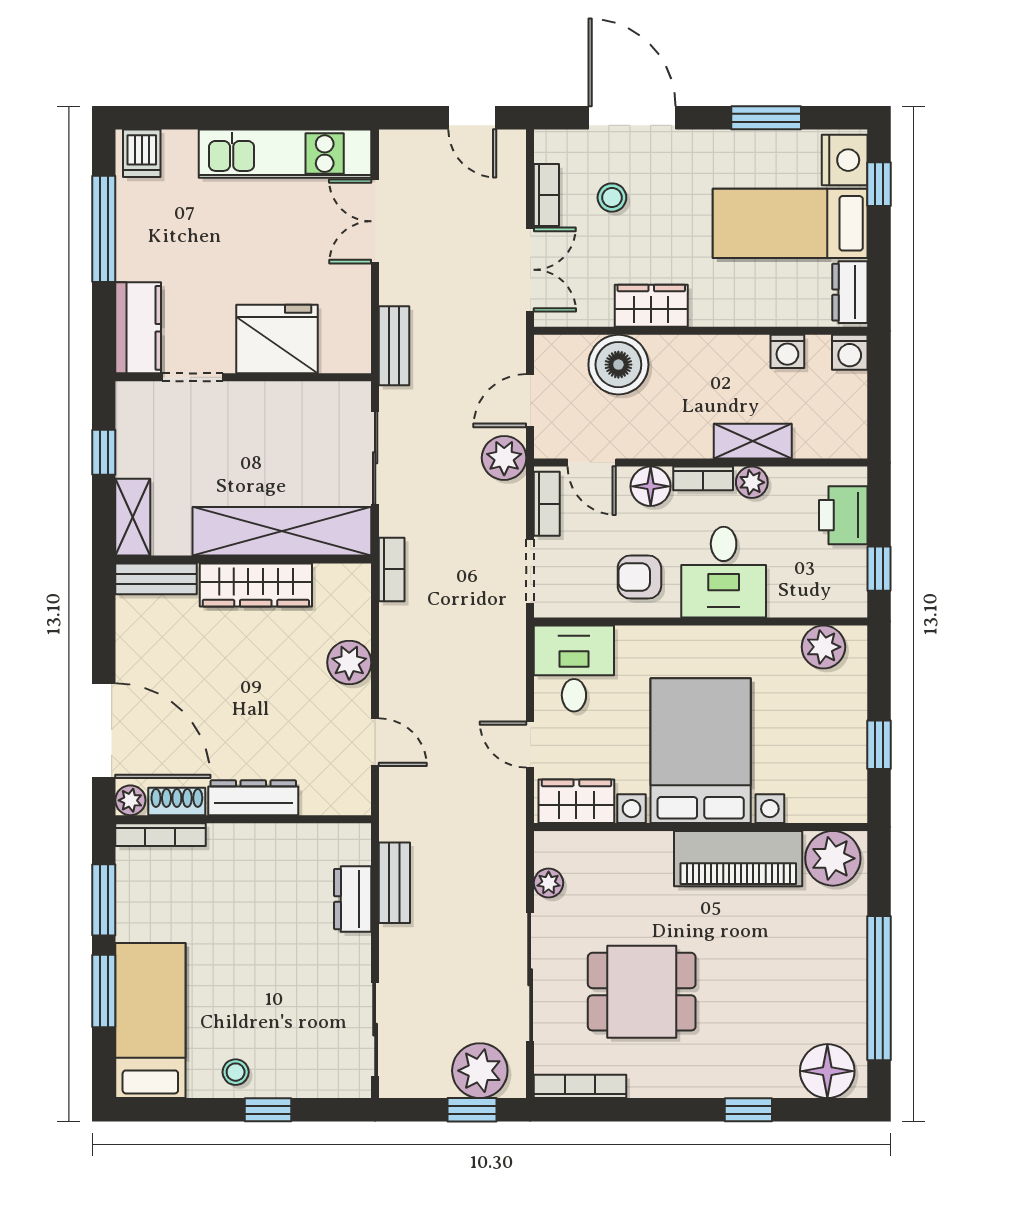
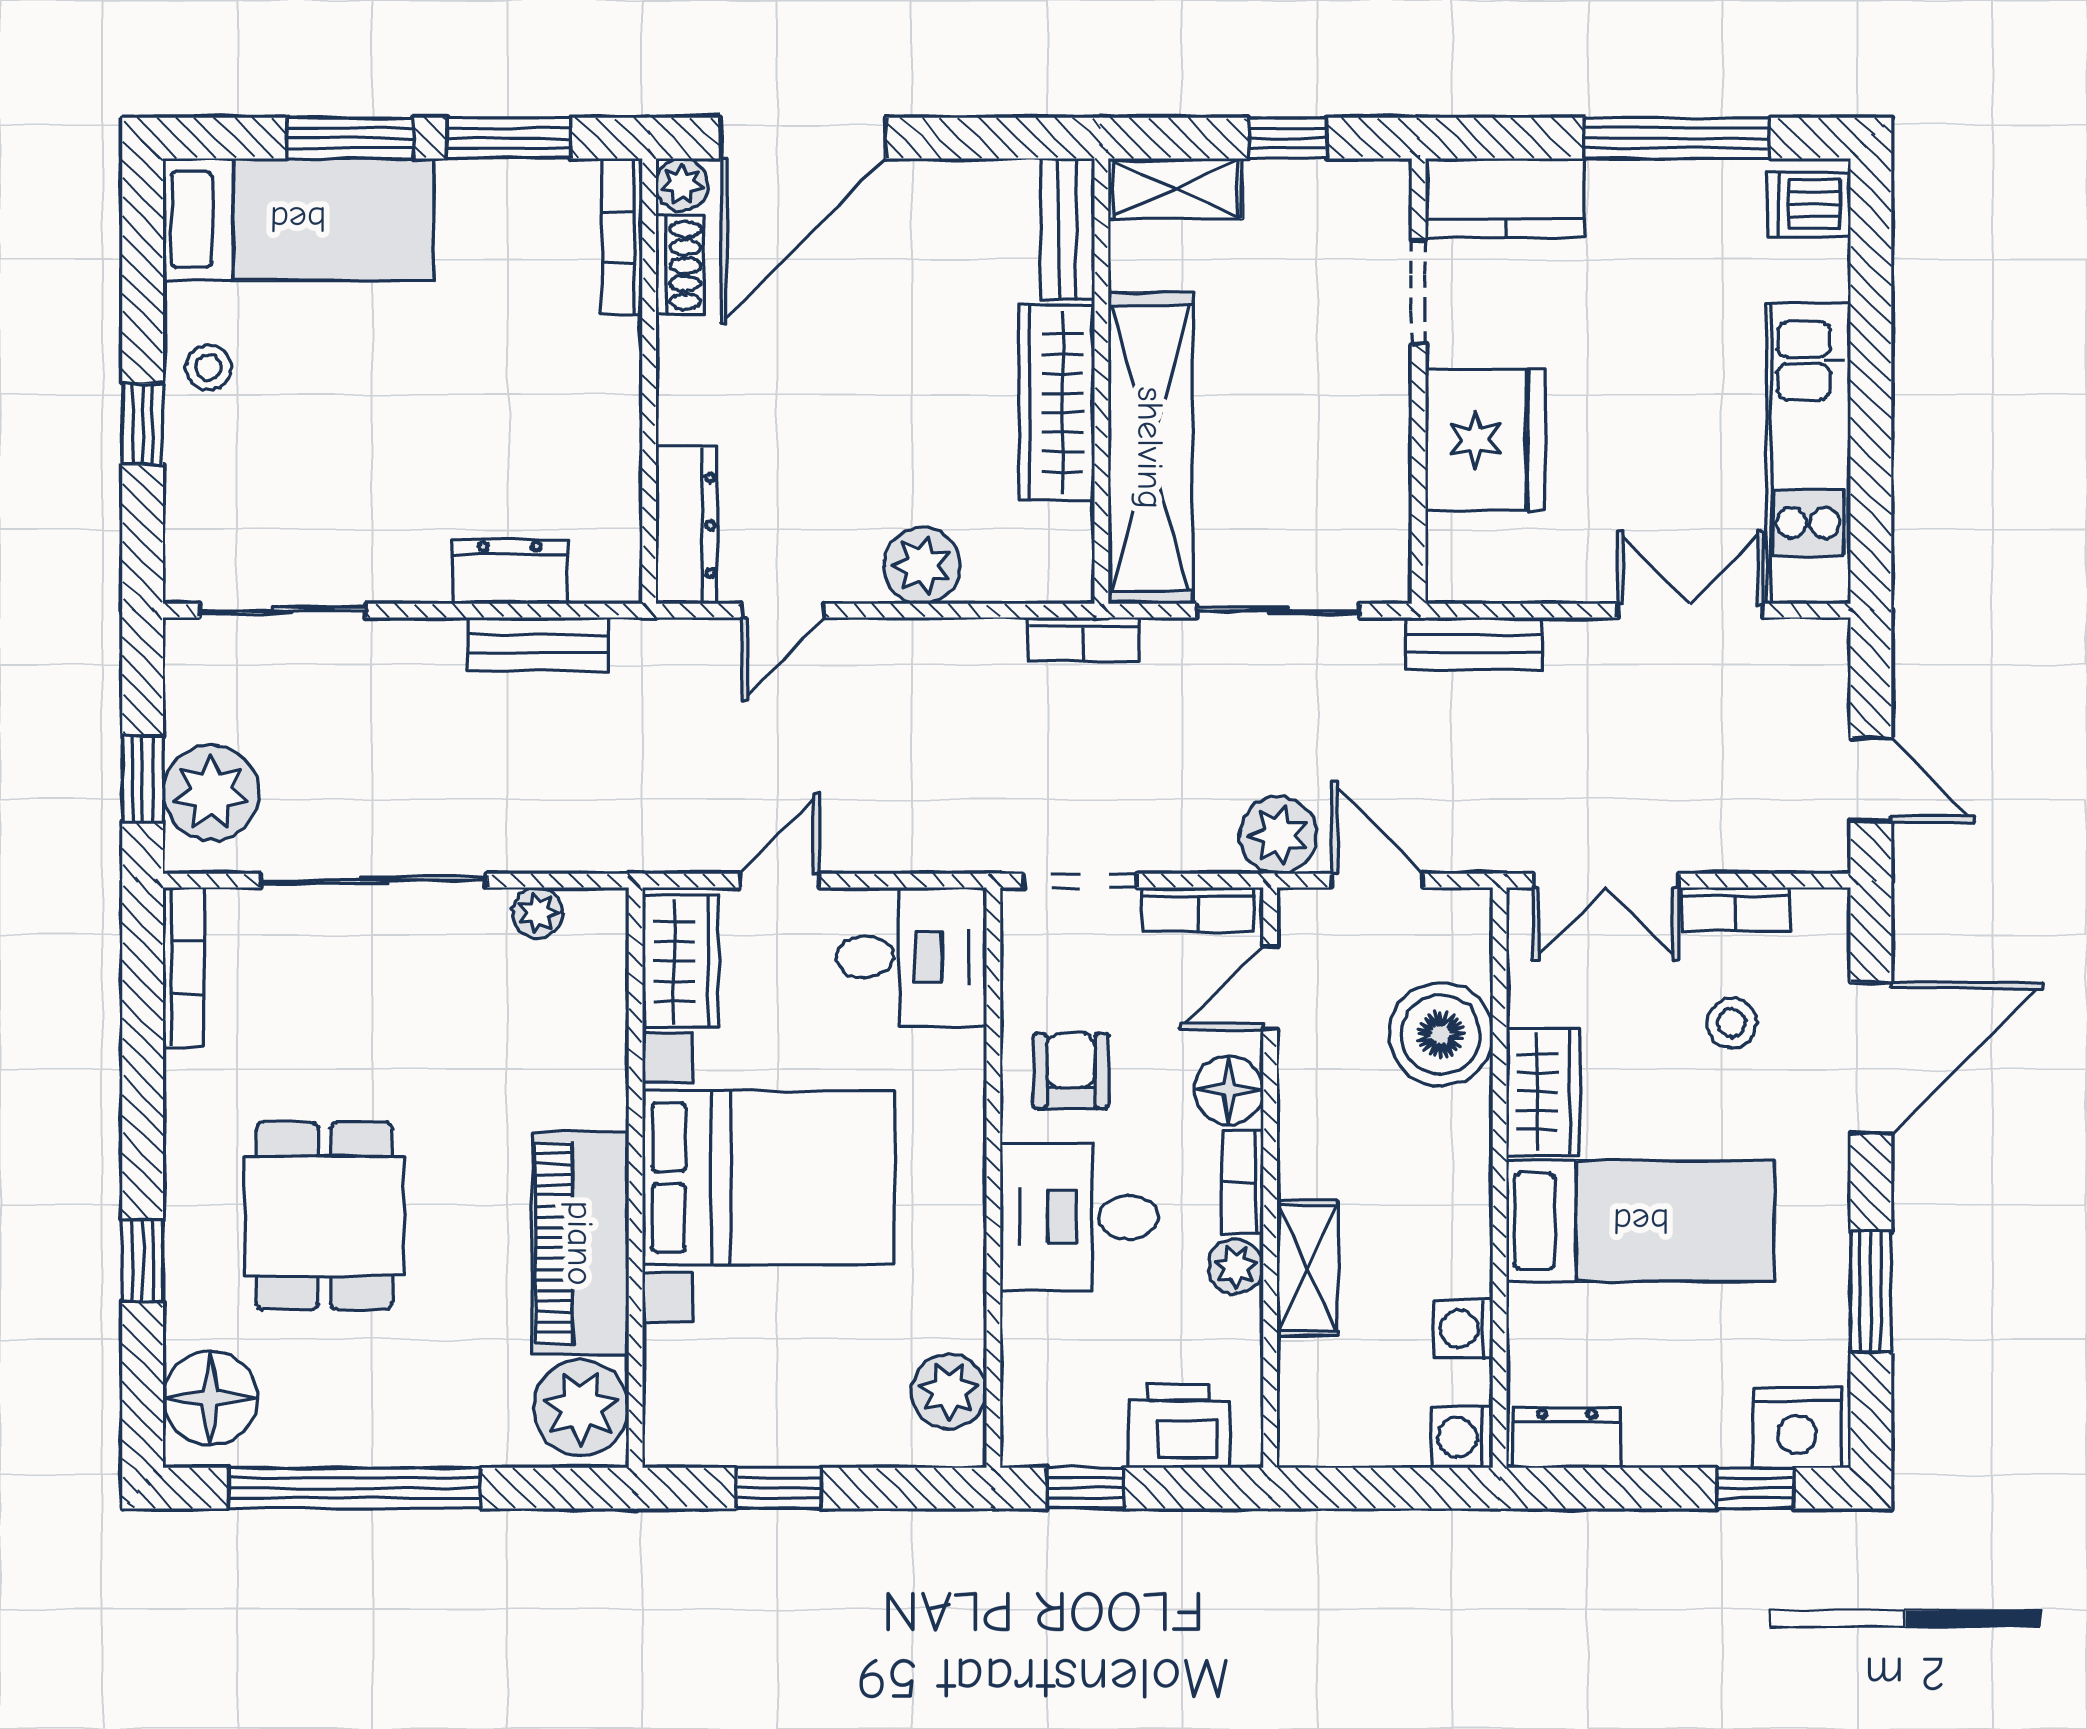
door: (472, 118) -> (1871, 780), swing flipped
bed: (790, 223) -> (1641, 1221), moved, turned 90
dresser: (253, 798) -> (686, 526), moved
dining table: (642, 992) -> (324, 1216), moved

